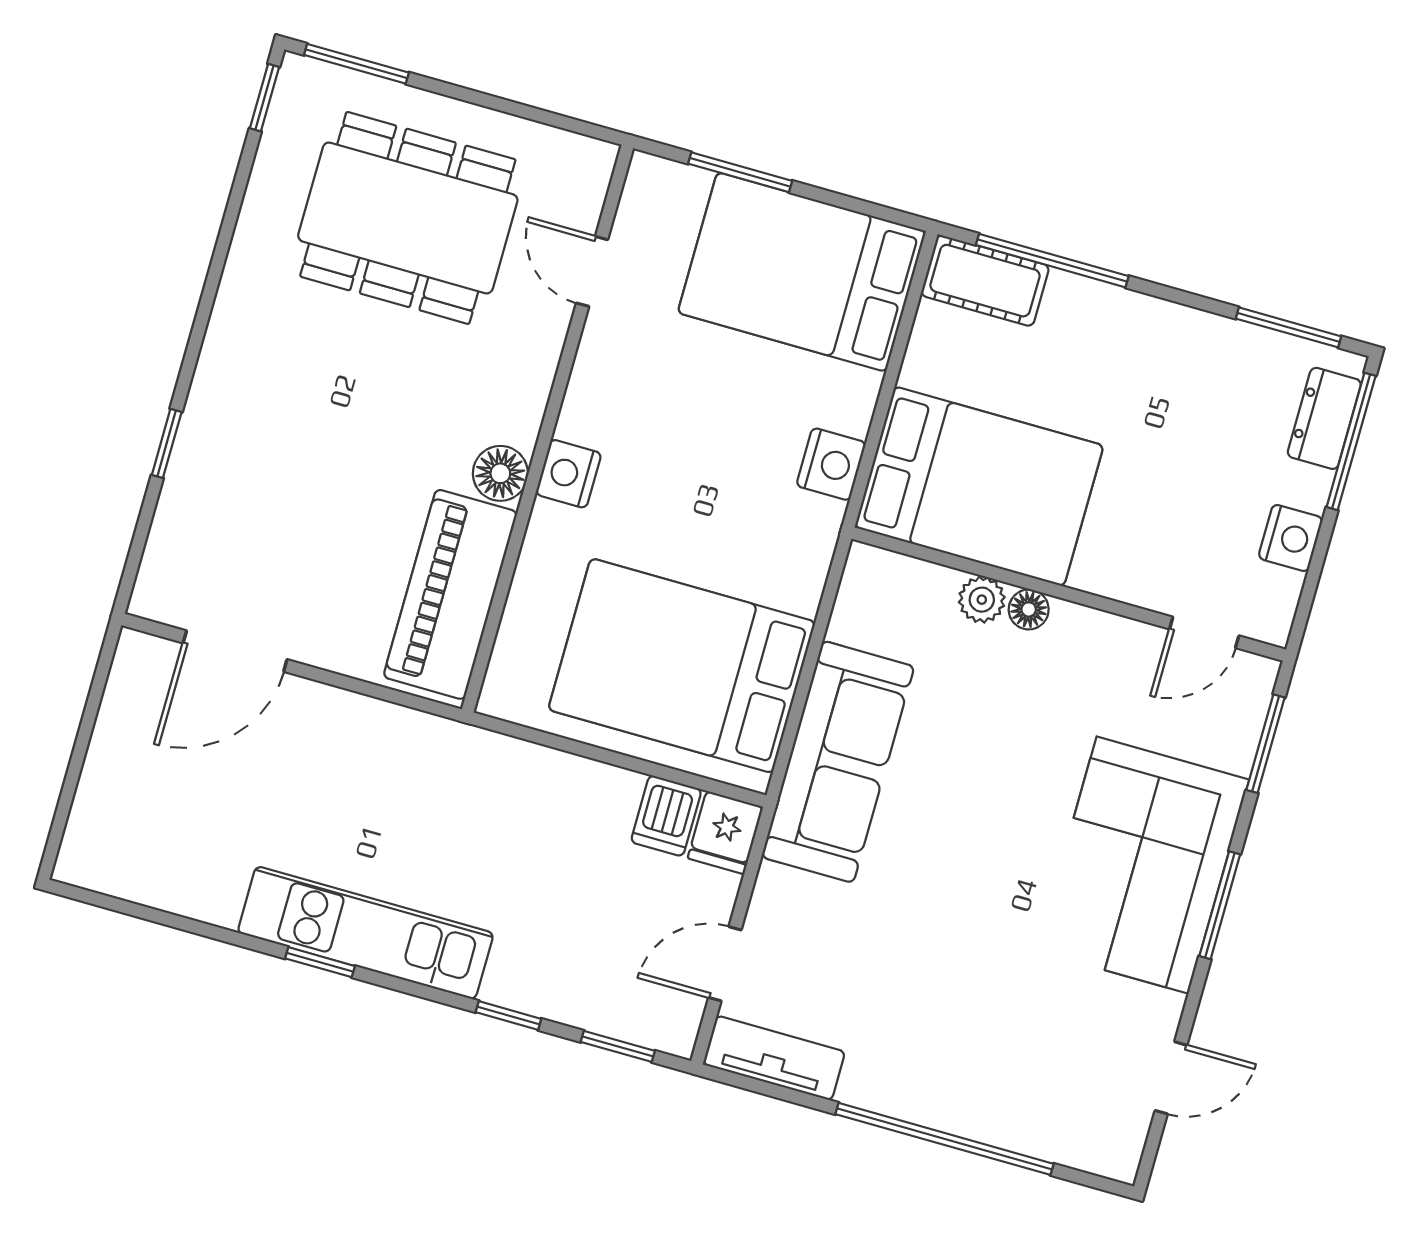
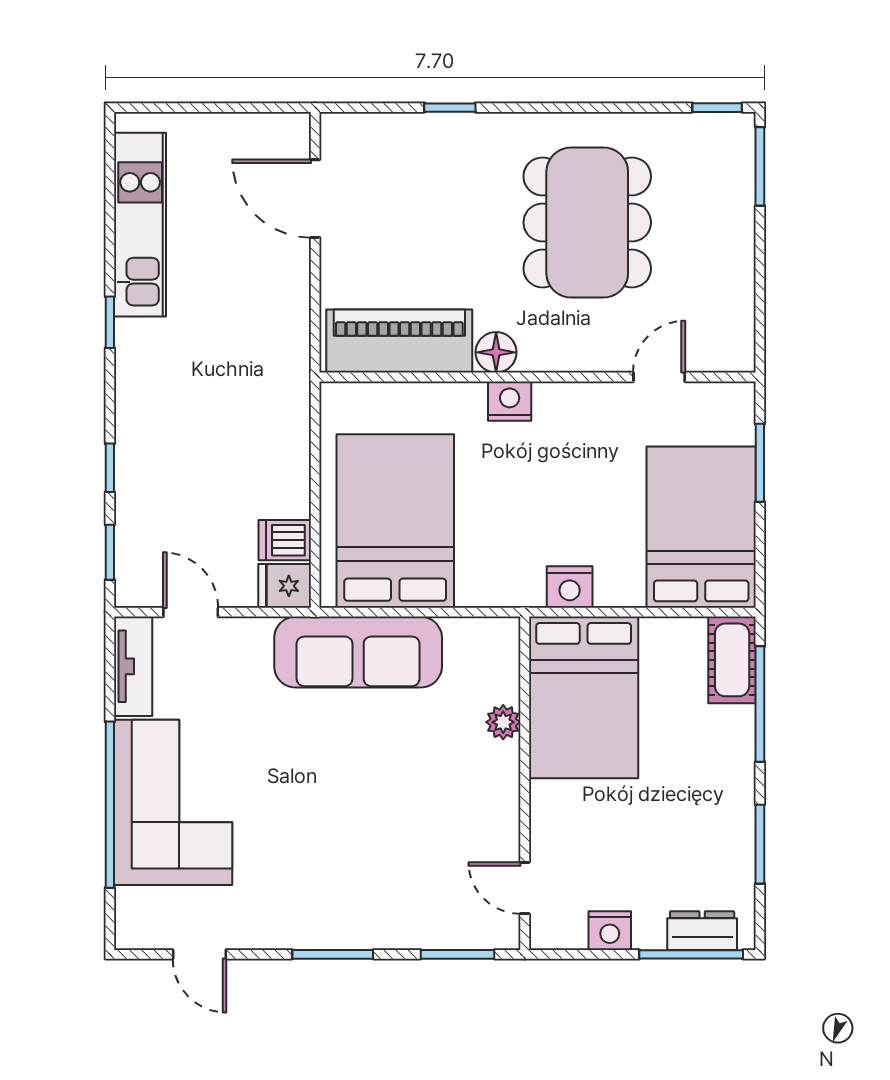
dining table: (408, 218) -> (587, 222), moved
window: (1289, 327) -> (760, 844), moved
floor lamp: (1029, 609) -> (506, 758), removed
corner sofa: (1143, 865) -> (173, 802), moved, turned 90
kitchen unit: (366, 933) -> (140, 225), moved

